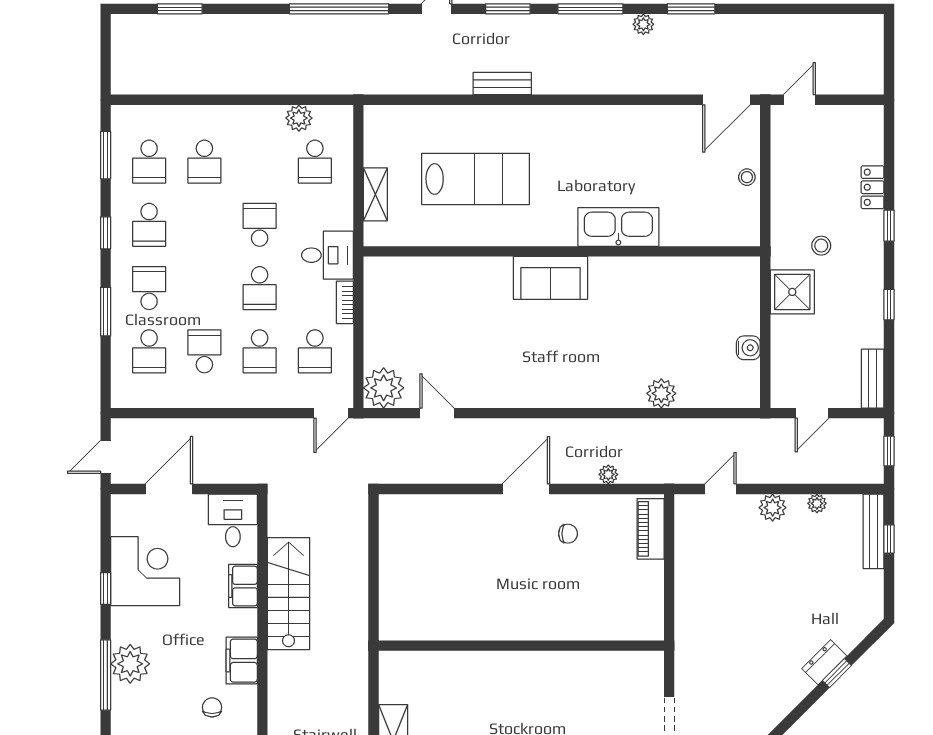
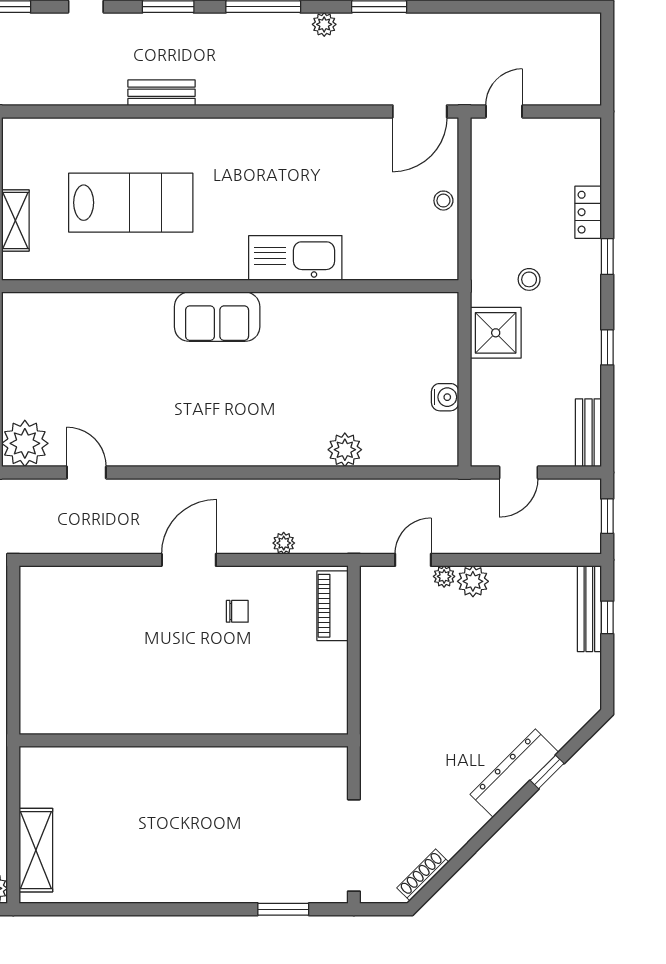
plant: (817, 503) -> (444, 576), moved
dresser: (824, 662) -> (514, 773), width x1.96, depth x1.24

